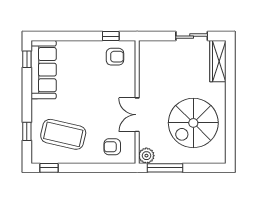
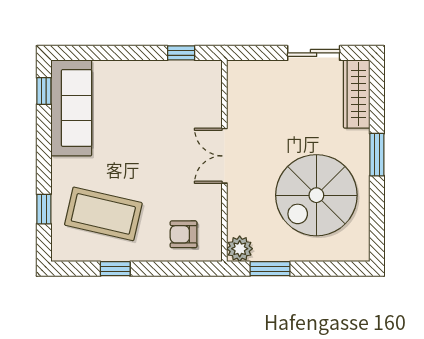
armchair: (115, 57) -> (188, 87), removed
window: (230, 98) -> (377, 155), added
double door: (137, 115) -> (224, 156), moved
window: (49, 168) -> (115, 269), moved
window: (165, 168) -> (270, 269), width x0.69

